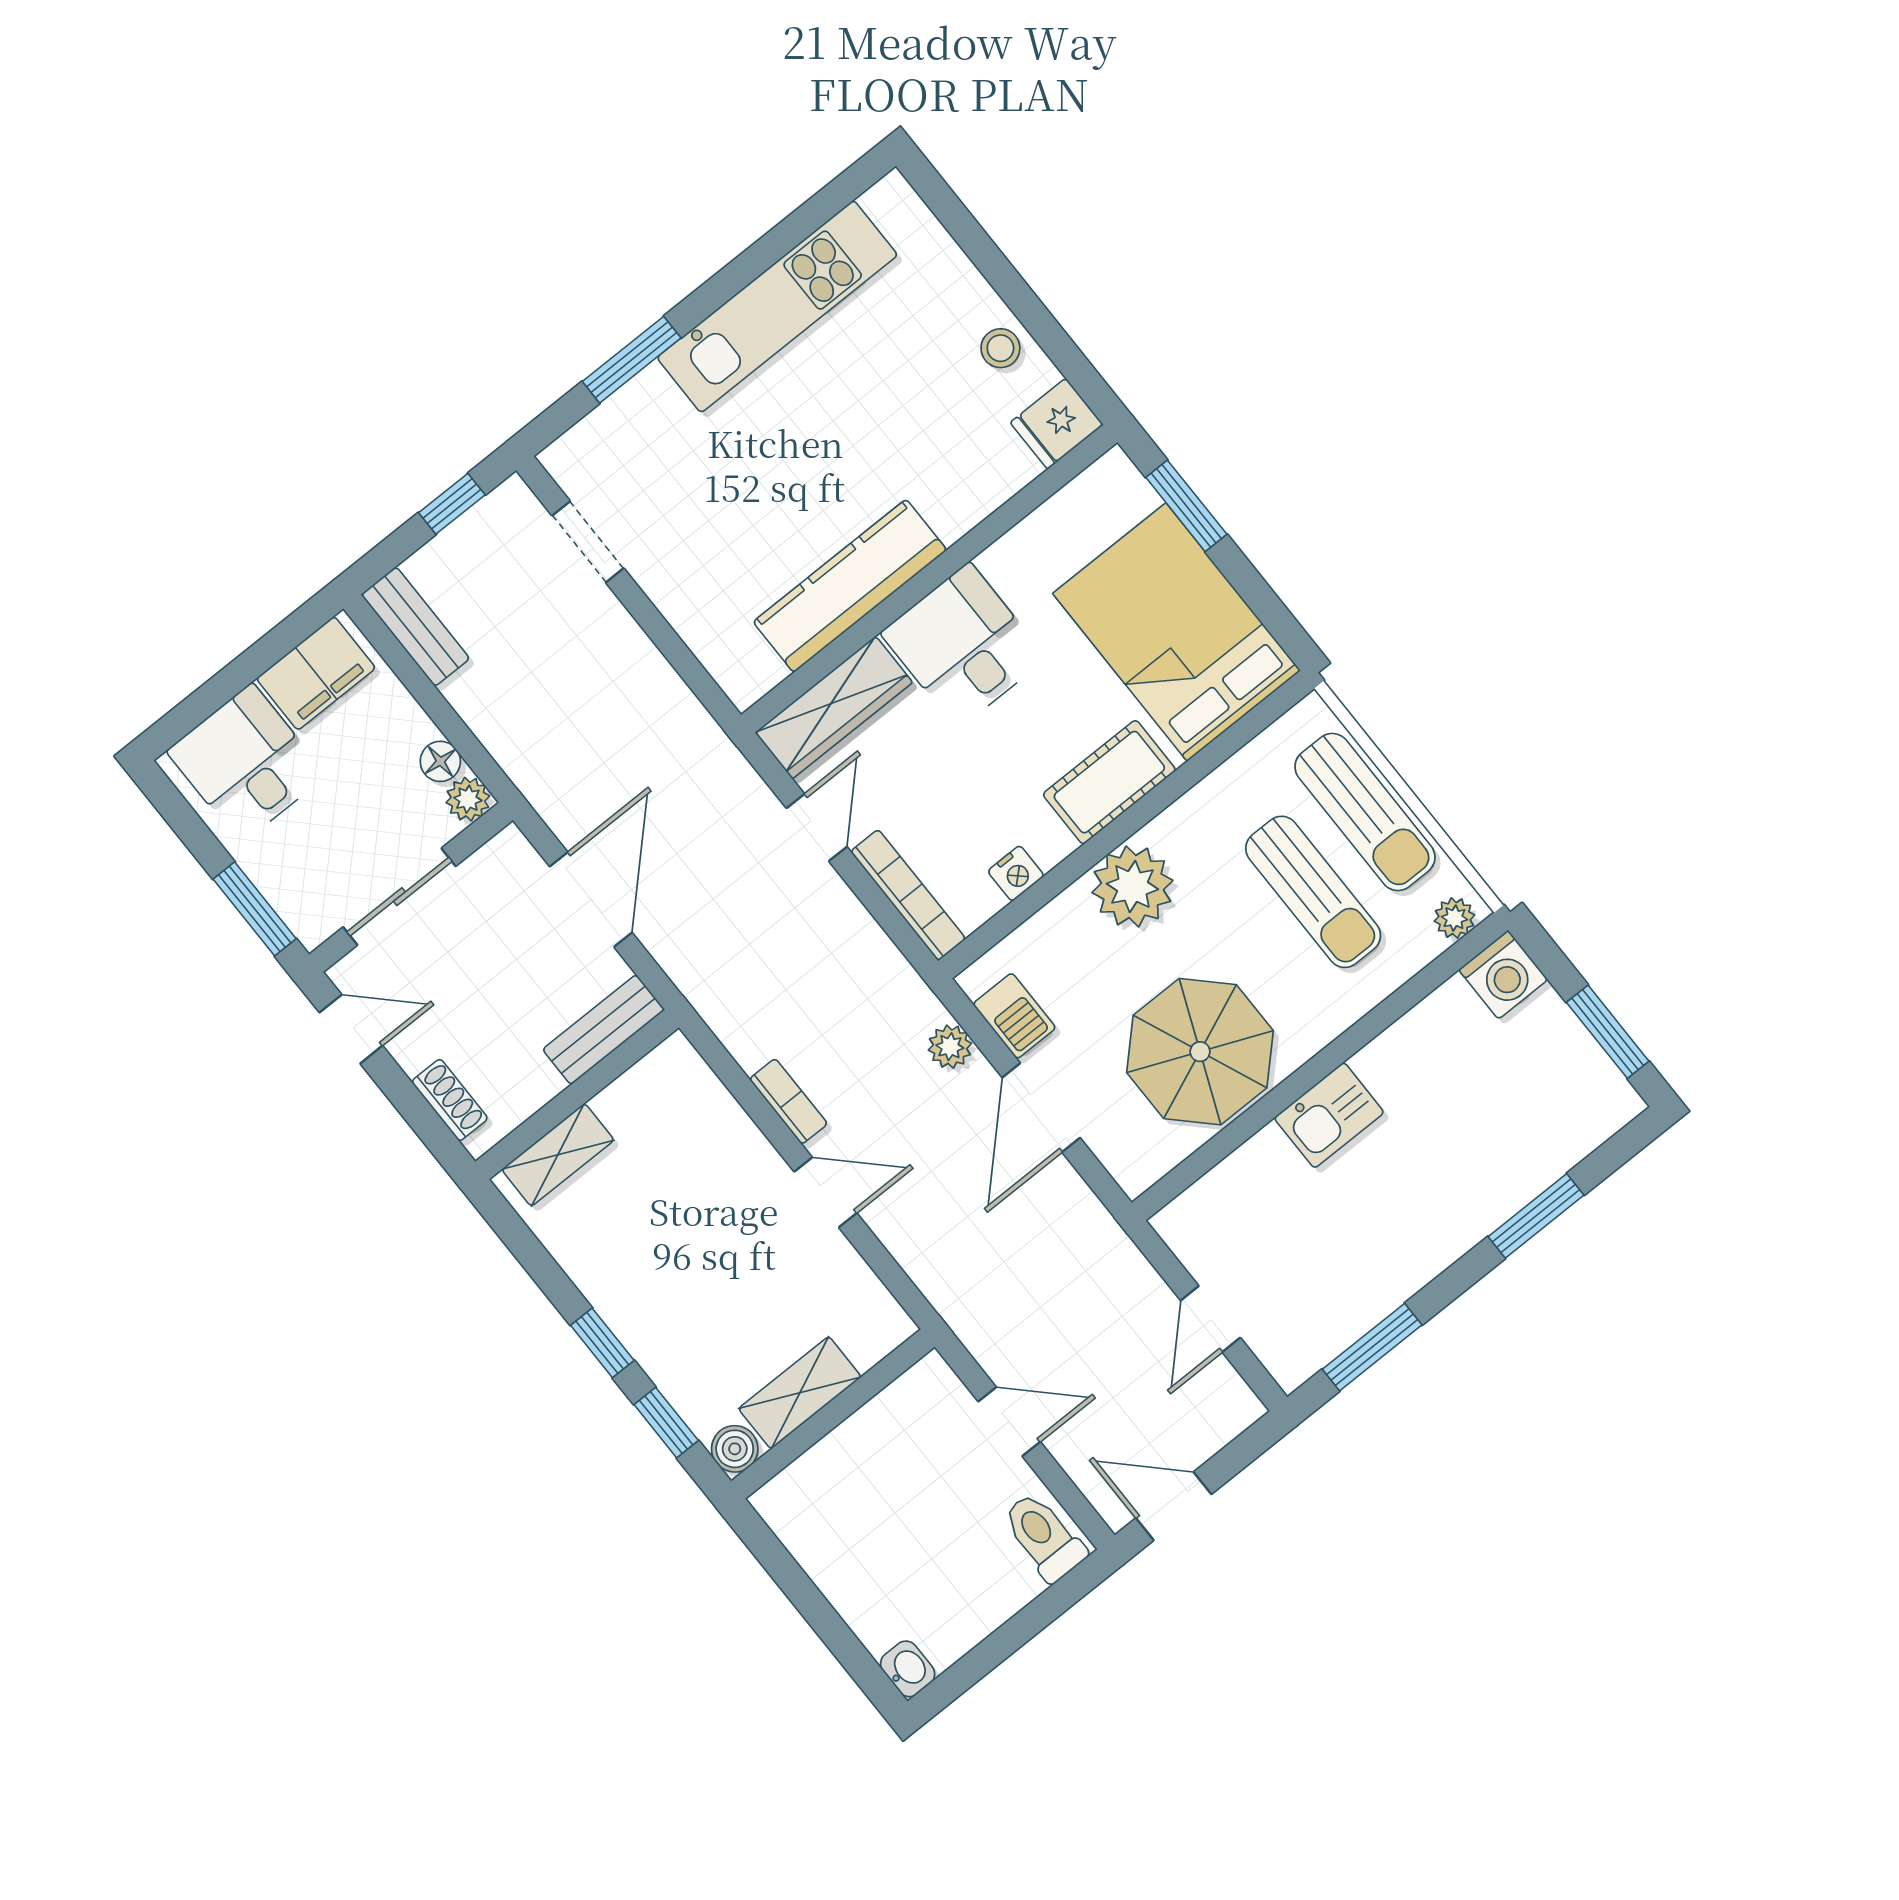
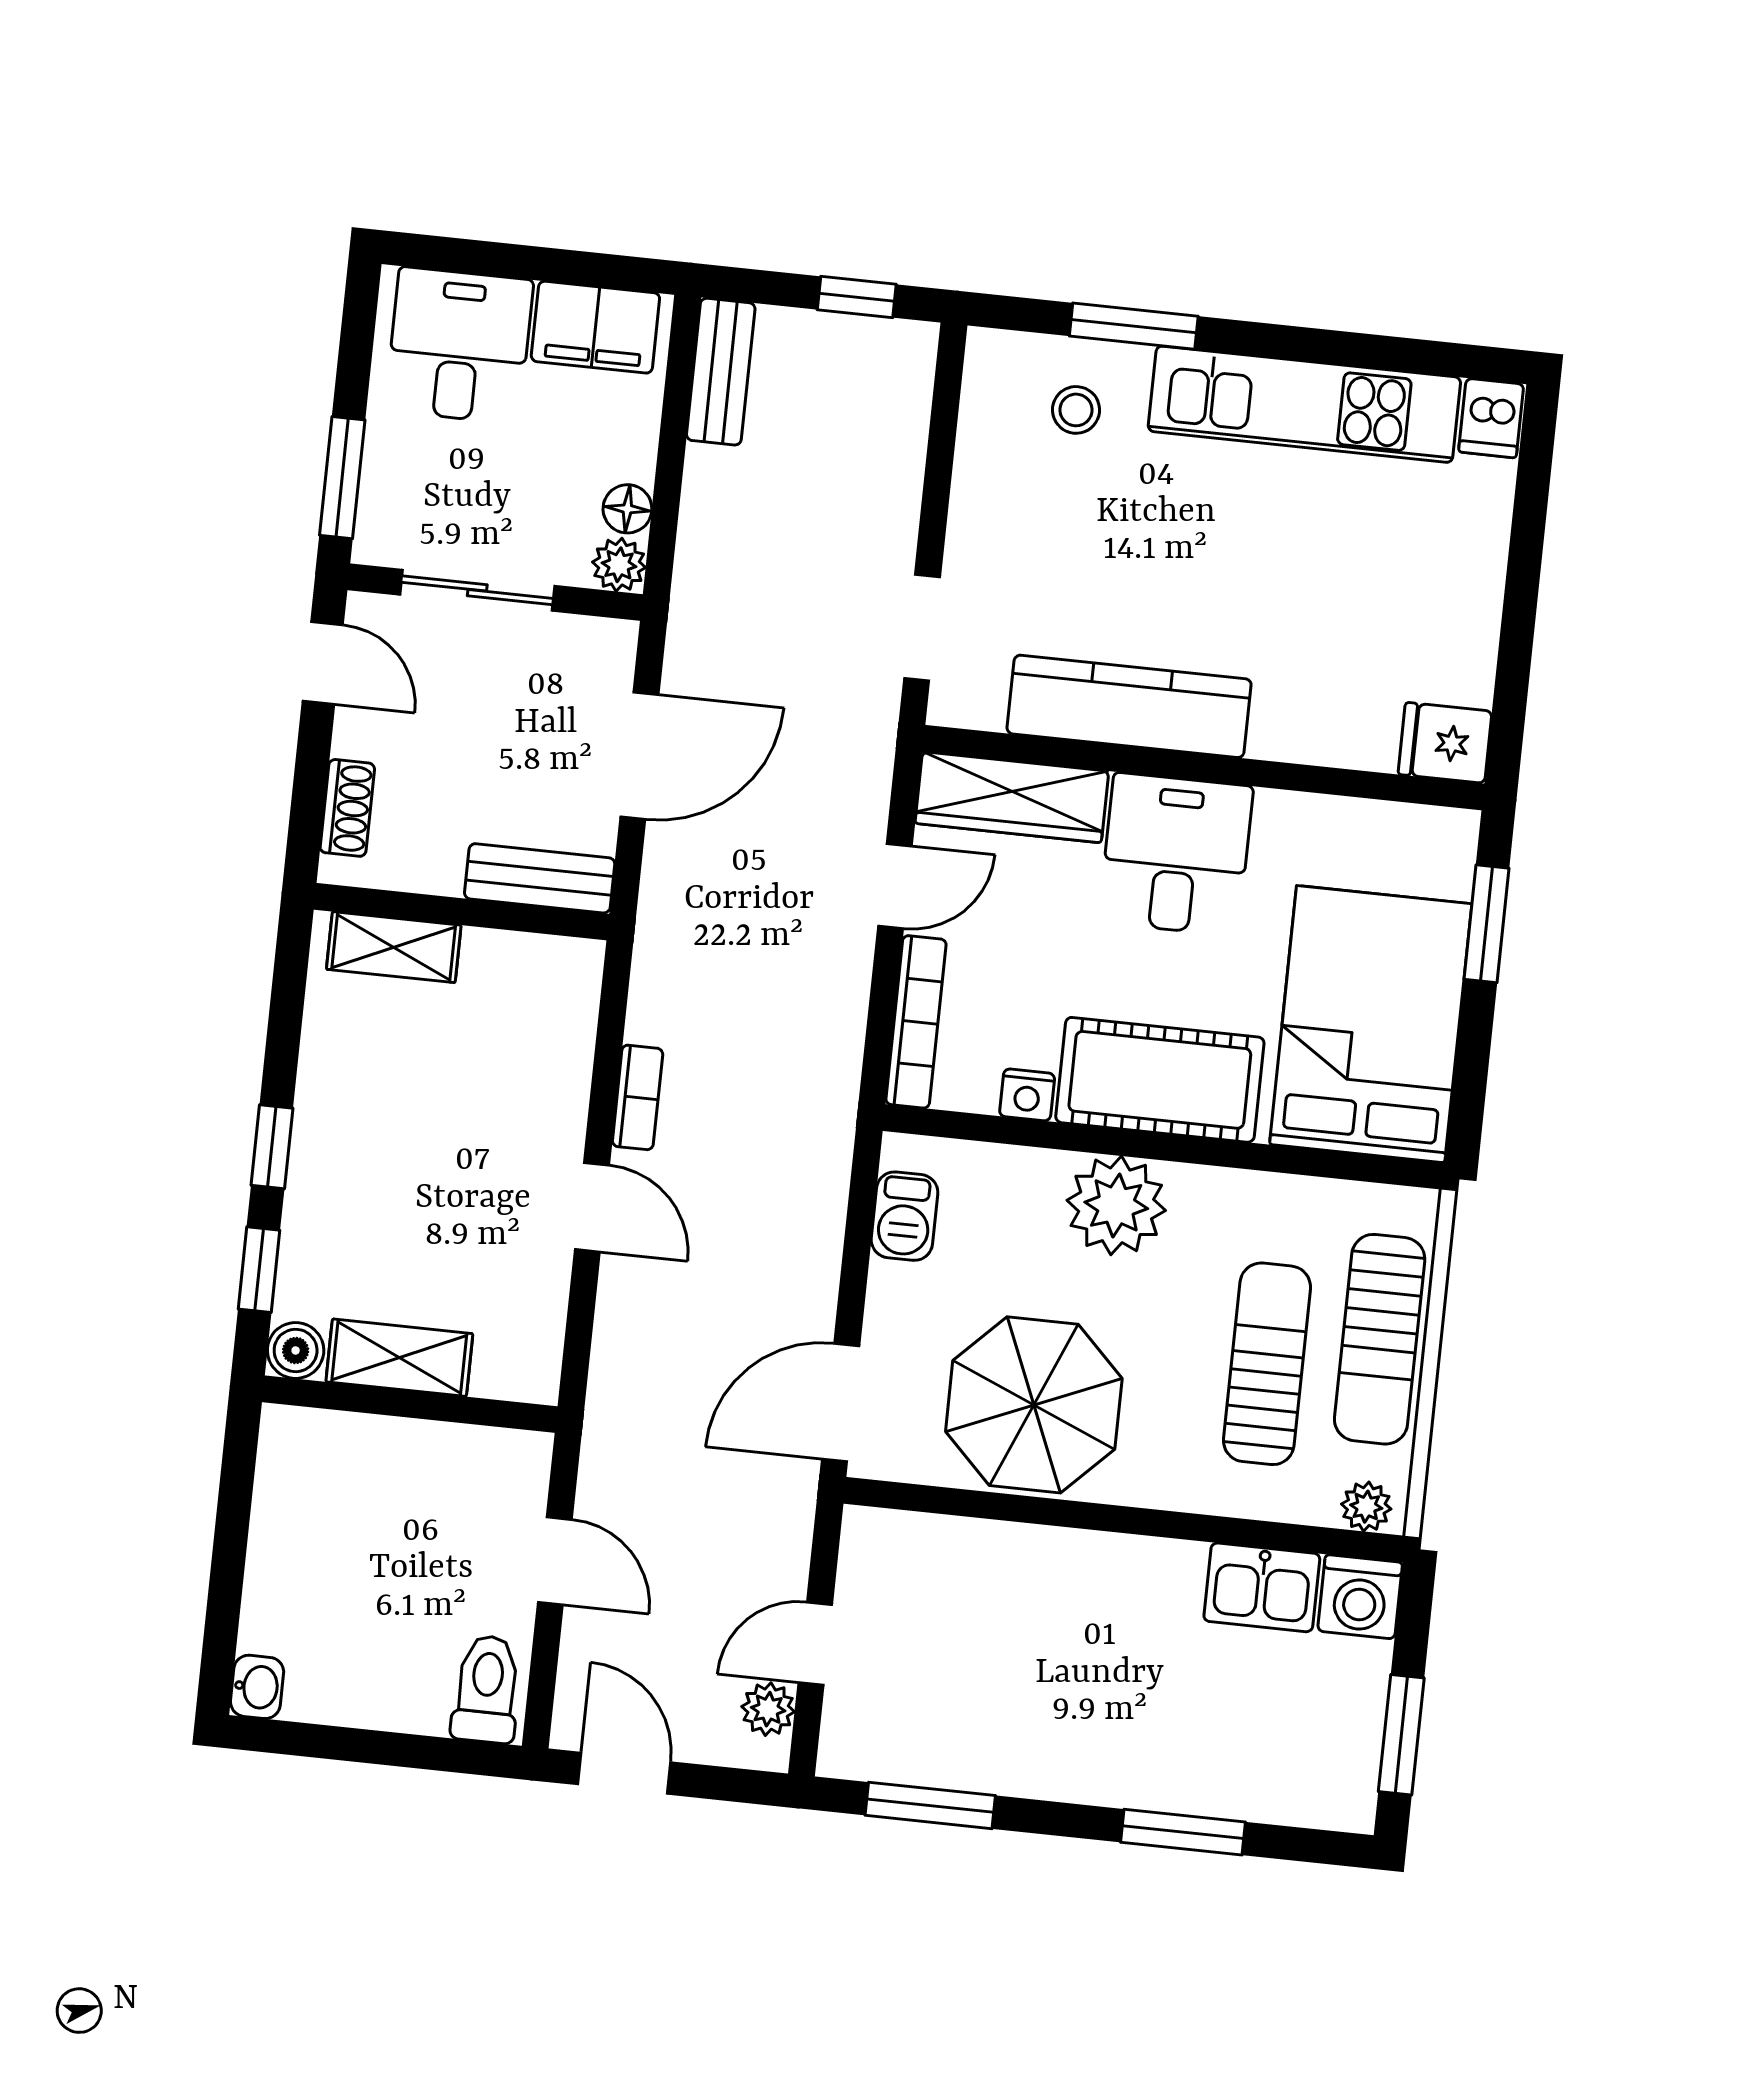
dishwasher: (895, 206) -> (1491, 418), added
stool: (1000, 348) -> (1076, 410), moved
doorway: (588, 542) -> (922, 628), moved
cot: (1109, 782) -> (1160, 1080), width x1.37, depth x1.34
sun lounger: (1313, 892) -> (1267, 1364), turned 180
plant: (950, 1047) -> (768, 1709), moved
door: (1041, 1108) -> (841, 1403), moved
kitchen sink: (1329, 1115) -> (1262, 1587), moved

